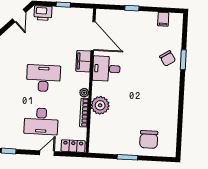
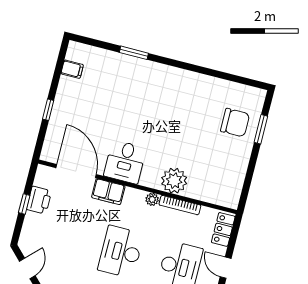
printer: (43, 13) -> (39, 200), moved
door: (19, 16) -> (27, 268), hinge flipped
door: (93, 36) -> (76, 171), hinge flipped
chair: (168, 58) -> (128, 74), removed
window: (127, 157) -> (261, 129), moved

